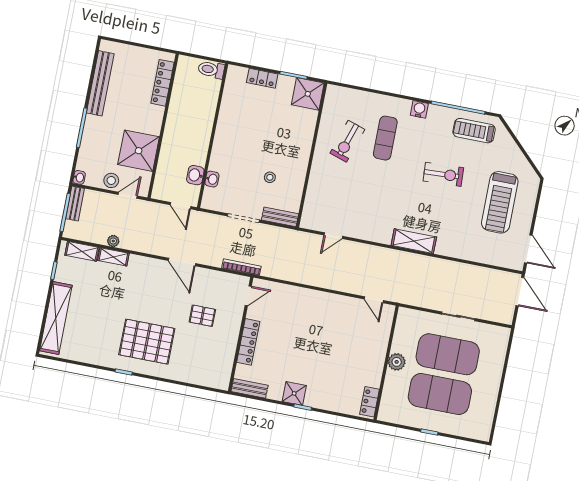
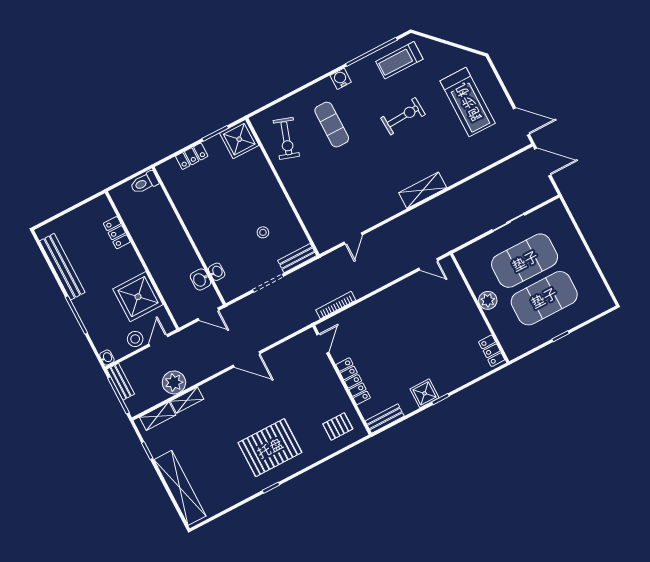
locker: (162, 83) -> (117, 233), width x0.66
exercise bike: (347, 141) -> (286, 138), moved
plant: (113, 241) -> (174, 382), width x1.88, depth x1.88
bookcase: (241, 267) -> (336, 305), moved
pallet: (202, 316) -> (338, 426), moved

